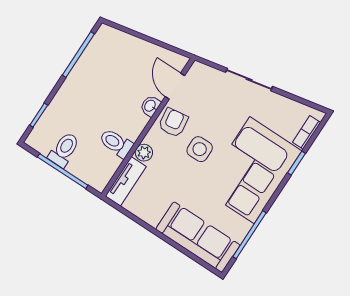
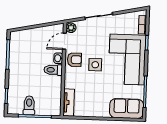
door: (175, 86) -> (64, 41), hinge flipped
armchair: (173, 123) -> (74, 60), turned 98
toilet: (116, 143) -> (53, 70), moved
plant: (144, 153) -> (71, 28), moved
sofa: (198, 237) -> (127, 109), width x0.73

